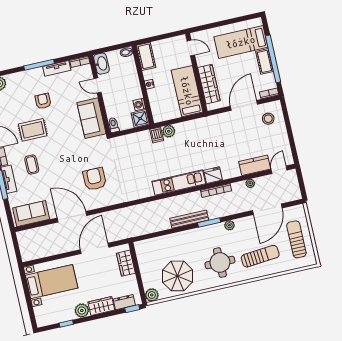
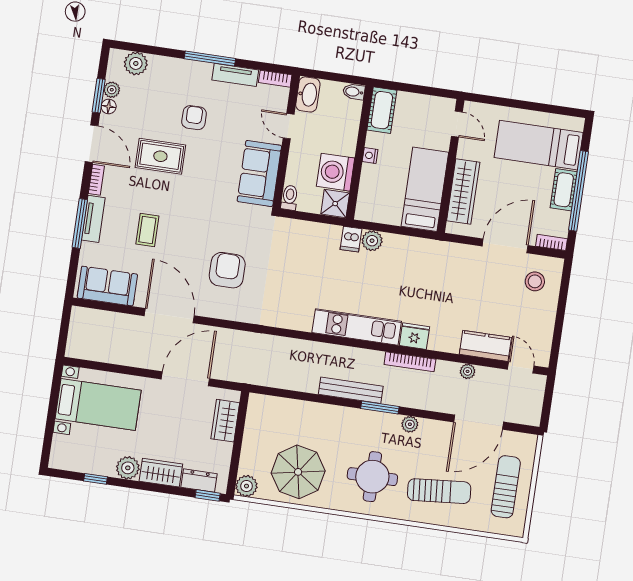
washing machine: (139, 104) -> (336, 172), width x1.89, depth x1.89
coffee table: (32, 165) -> (147, 230), moved
door: (279, 170) -> (521, 368), hinge flipped

